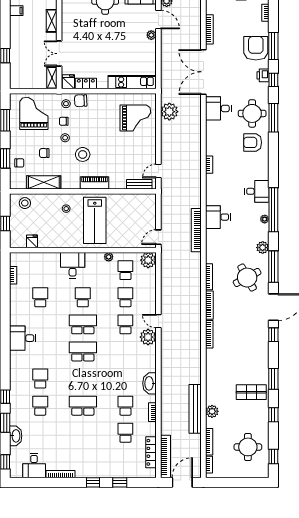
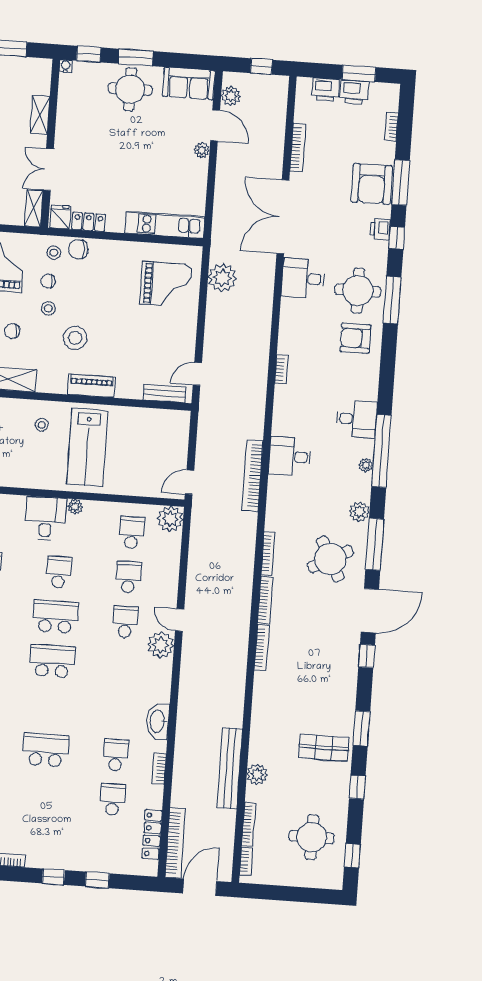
armchair: (256, 48) -> (372, 184), turned 180
plant: (109, 257) -> (75, 507), moved

